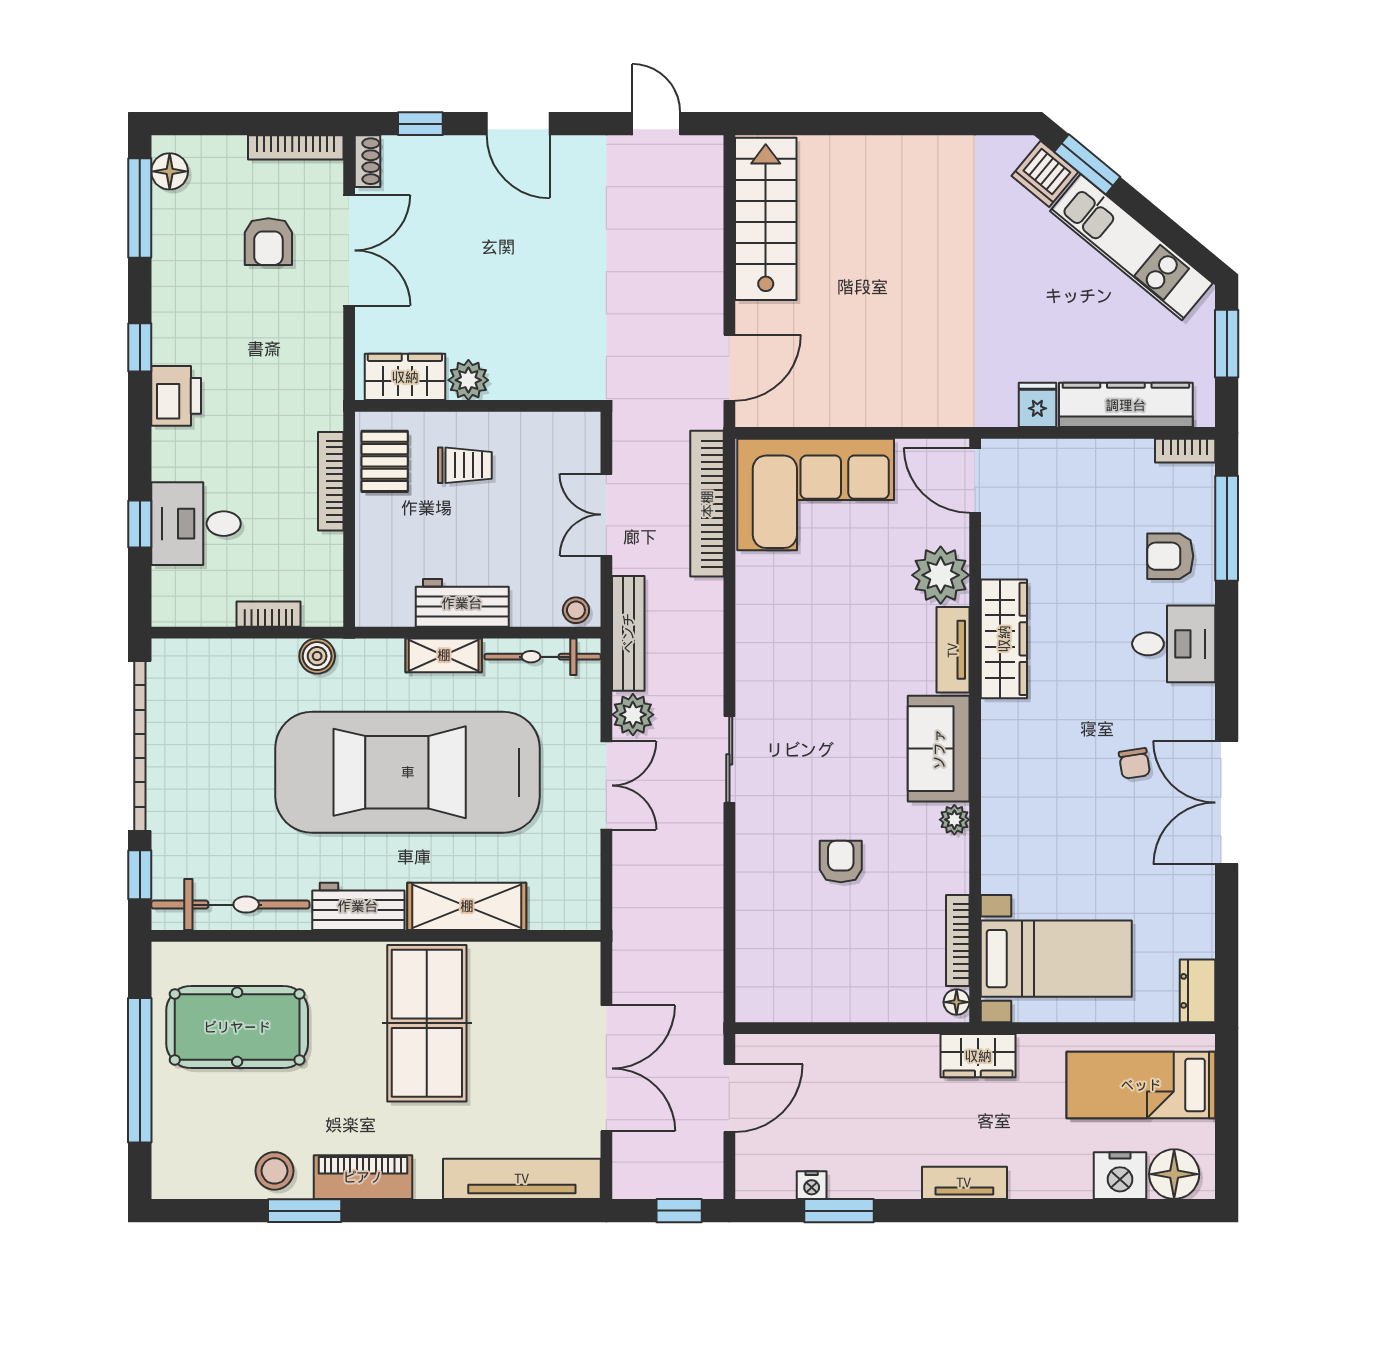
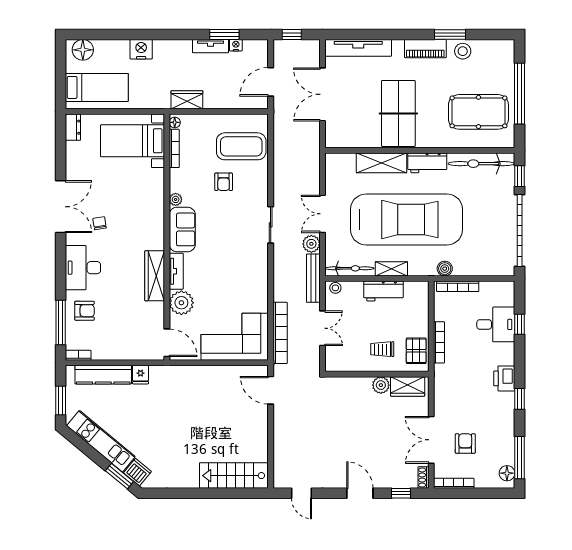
stairs: (766, 219) -> (234, 476), moved, turned 90
door: (729, 368) -> (271, 390), hinge flipped
bookcase: (269, 614) -> (458, 286), width x1.56
desk: (1174, 644) -> (83, 268), width x1.37
coffee table: (799, 945) -> (241, 146), added
wardrobe: (978, 1056) -> (187, 100), moved
nightstand: (1120, 1176) -> (141, 49), moved
tv unit: (964, 1183) -> (210, 46), moved

